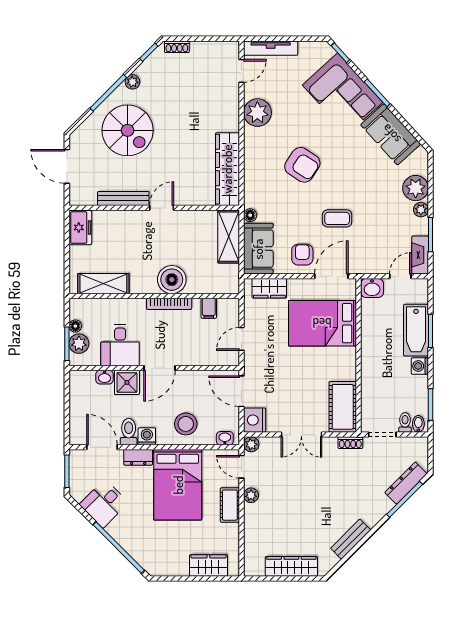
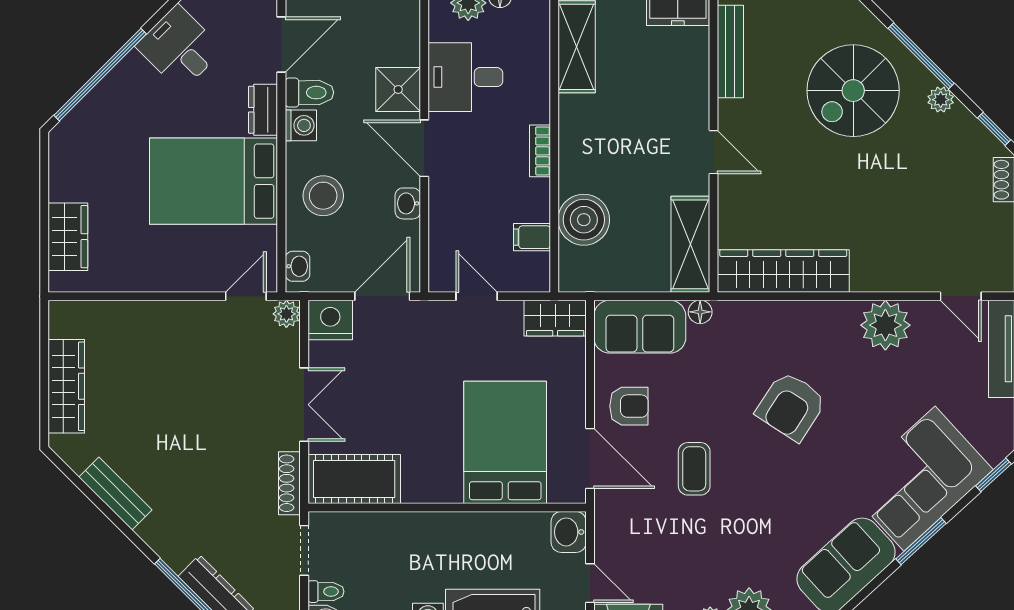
bench: (123, 198) -> (730, 52), moved
shelving: (229, 237) -> (690, 244), moved, turned 90
boiler: (172, 280) -> (584, 220), moved
wardrobe: (269, 288) -> (555, 318), moved, turned -90
bookcase: (169, 304) -> (540, 151), width x0.64
washbasin: (105, 377) -> (408, 203), moved
double door: (301, 435) -> (304, 405), swing flipped
shoe rack: (350, 443) -> (289, 483), width x1.43
plant: (251, 495) -> (195, 313), removed
cot: (230, 505) -> (177, 275), removed

